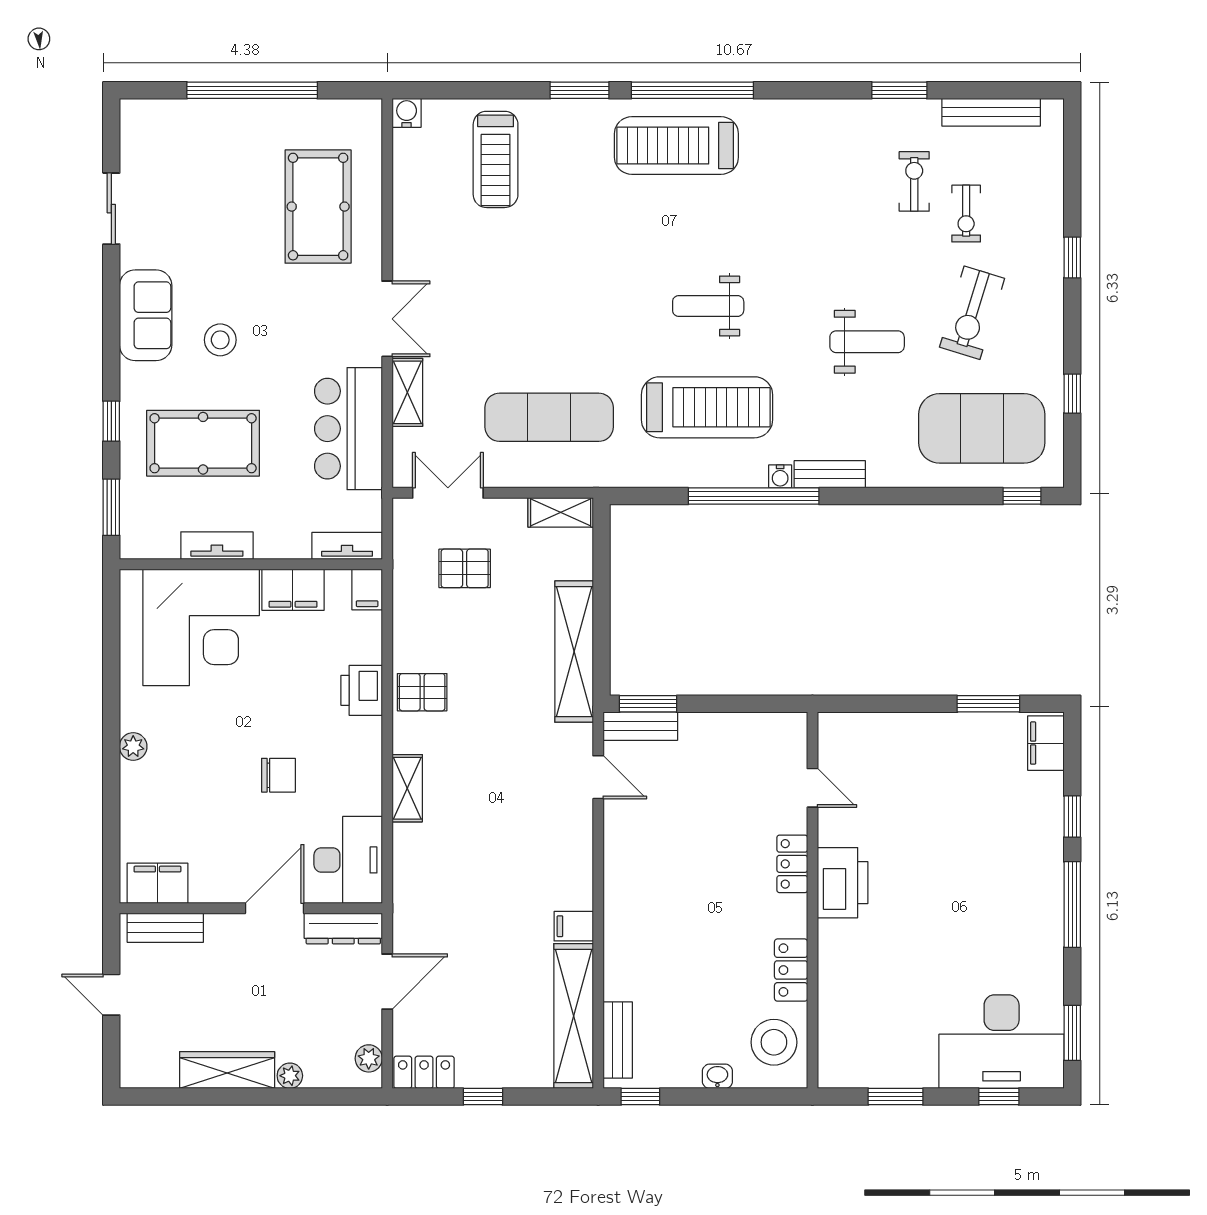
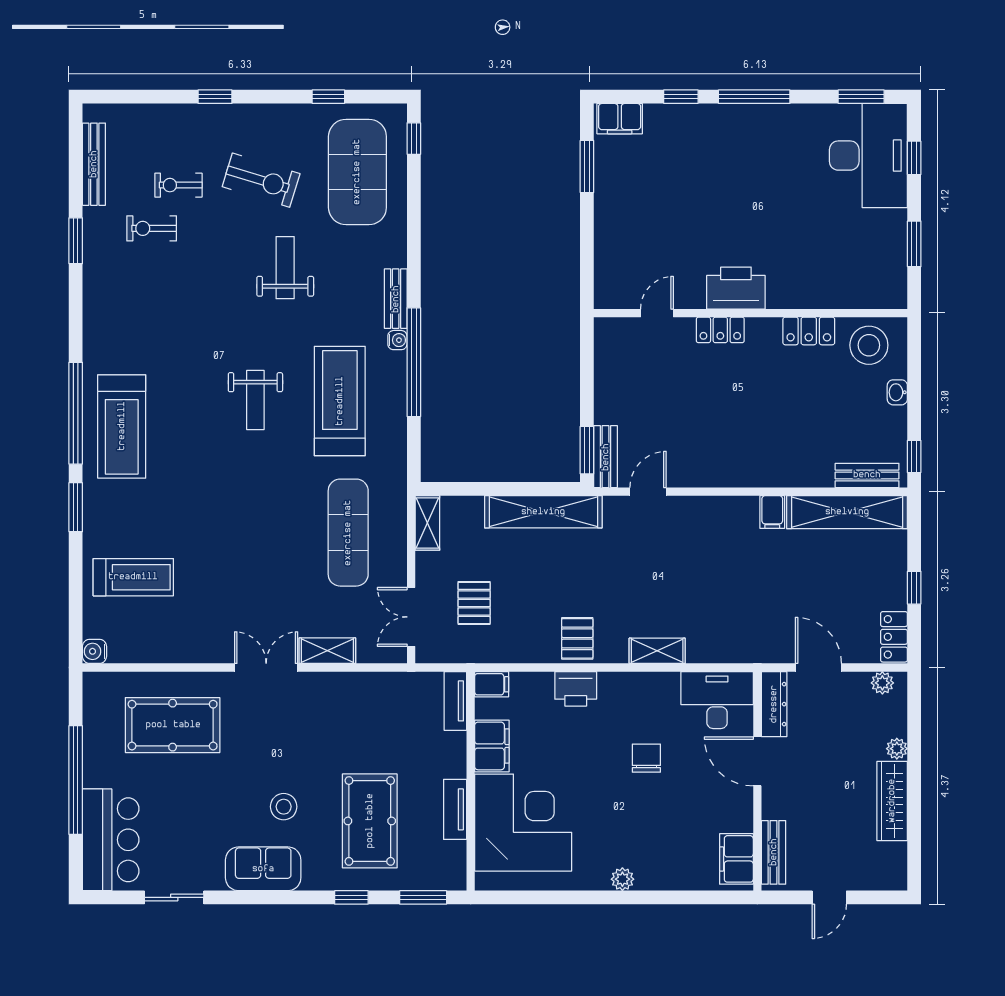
exercise bike: (966, 214) -> (178, 185), turned 180
bar counter: (348, 429) -> (111, 840), moved, turned -90

